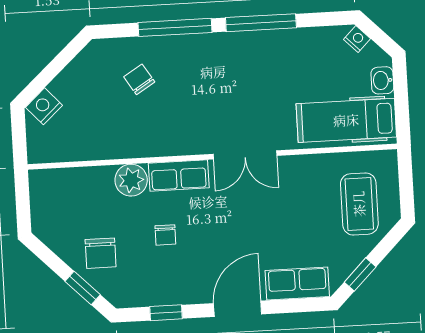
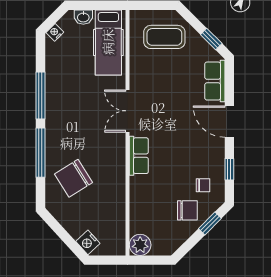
chair: (139, 79) -> (74, 178), width x1.87, depth x1.87
double door: (245, 155) -> (128, 111), swing flipped
plant: (131, 180) -> (140, 245), moved
chair: (165, 235) -> (203, 185), moved

